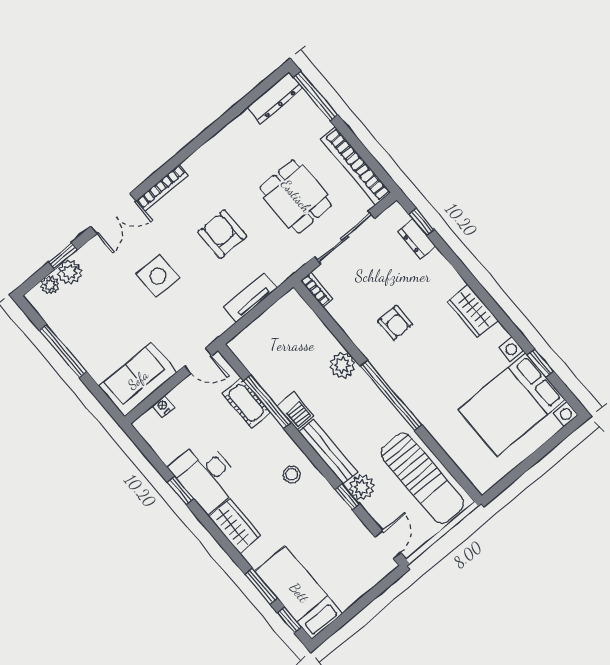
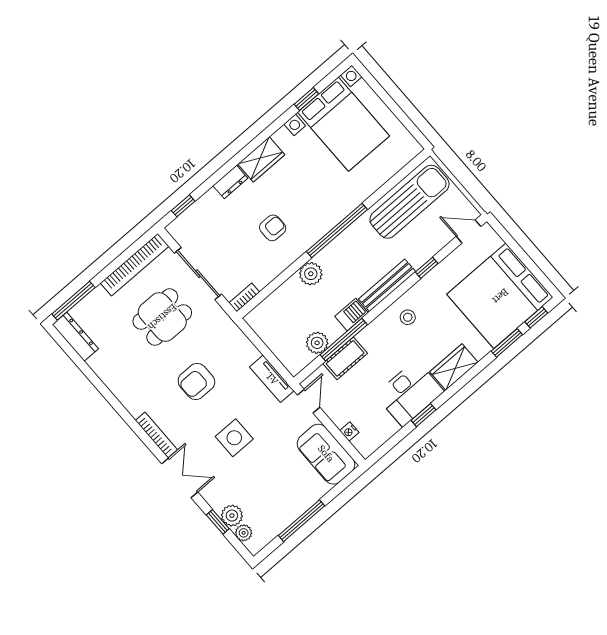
dresser: (417, 239) -> (230, 182), moved
tv unit: (250, 297) -> (272, 379), moved
plant: (362, 487) -> (317, 343), moved
bed: (299, 593) -> (500, 296), width x2.04

